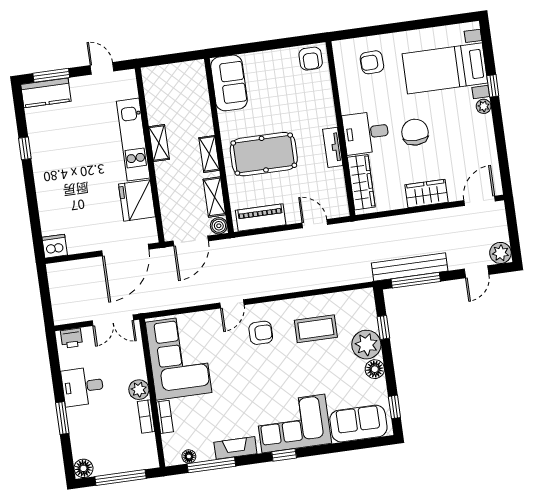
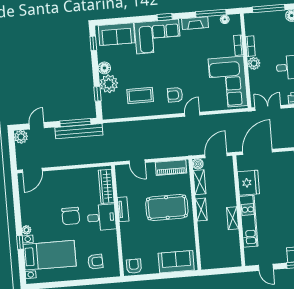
sofa: (229, 83) -> (176, 262), moved, turned 90
wardrobe: (427, 194) -> (66, 177), removed

